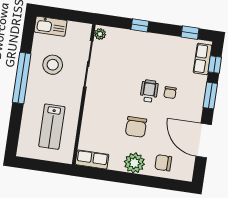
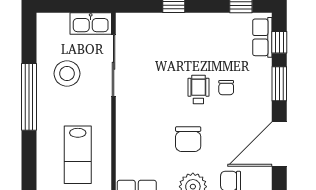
kitchen sink: (51, 26) -> (91, 24), moved
plant: (100, 34) -> (123, 24), removed
door: (204, 140) -> (279, 144), hinge flipped

